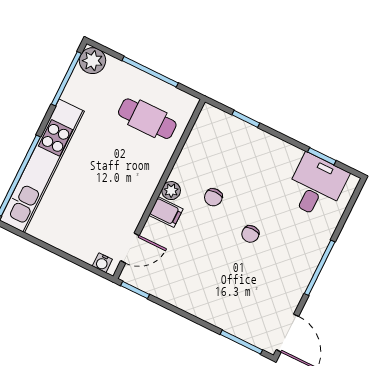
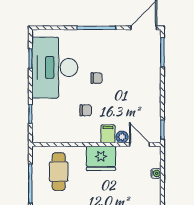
fridge: (137, 186) -> (101, 158), added
desk: (316, 186) -> (55, 67), width x1.87, depth x1.30
plant: (171, 191) -> (122, 137), moved
water cooler: (102, 263) -> (156, 173), moved

